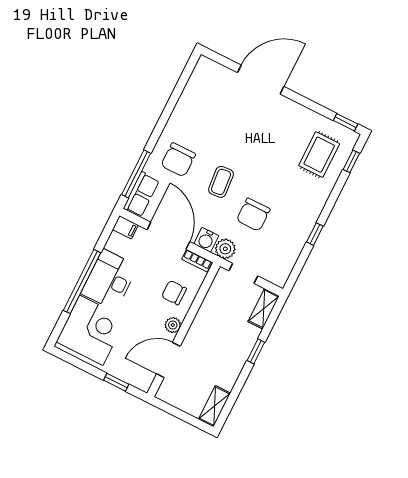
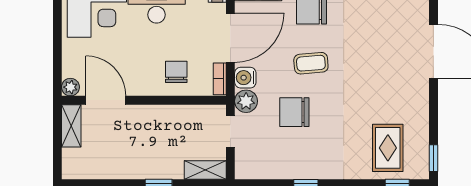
rug: (319, 155) -> (388, 148), turned 90
plant: (173, 325) -> (70, 87), moved
window: (116, 382) -> (57, 59), removed
shelving: (214, 406) -> (71, 126), moved, turned 90

